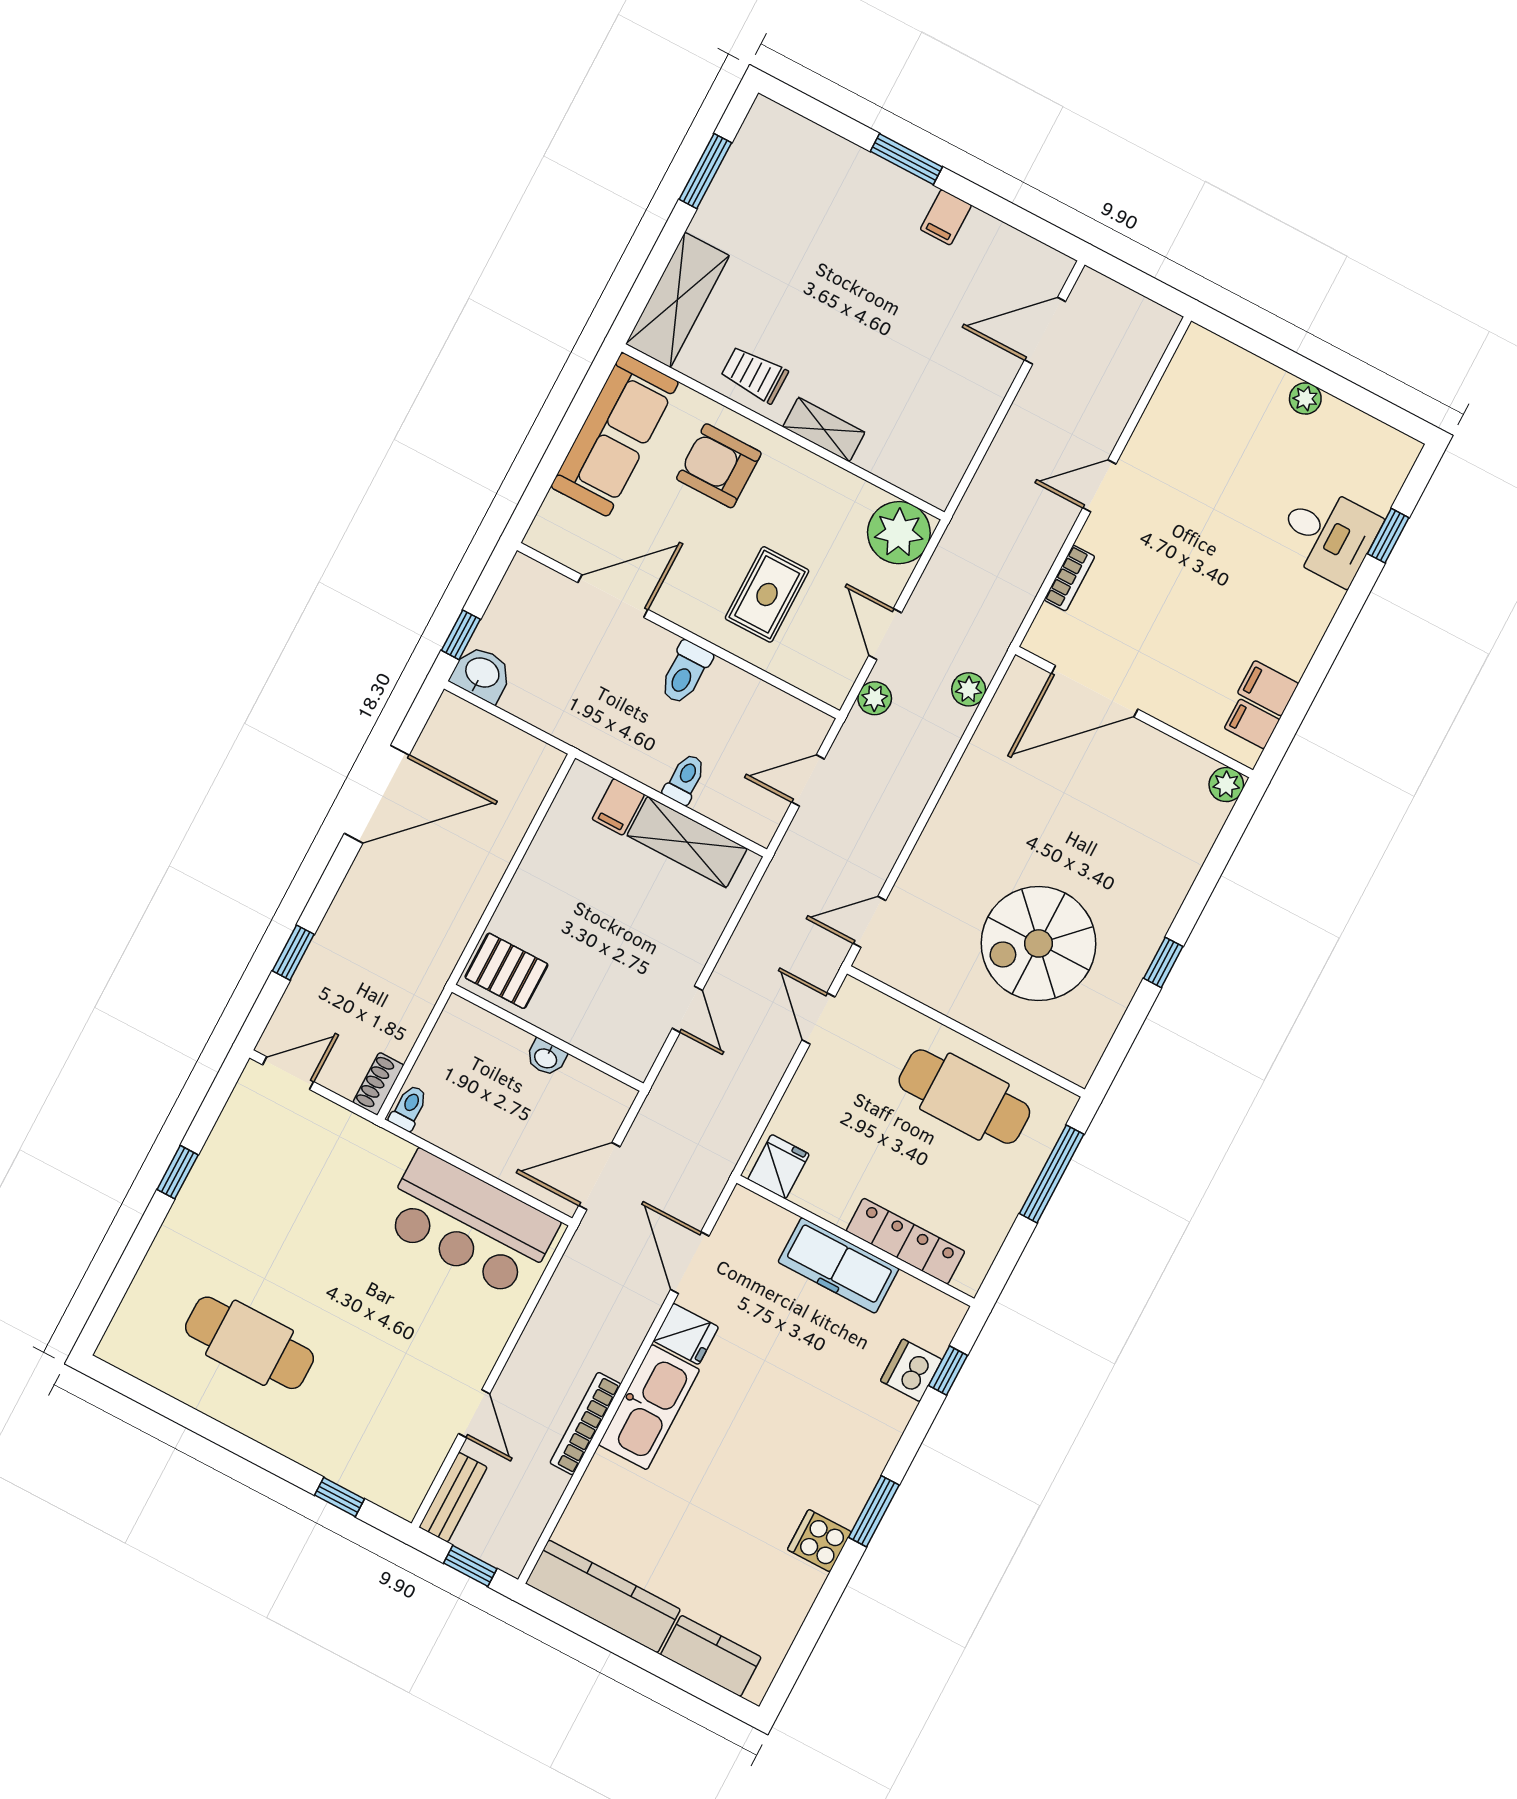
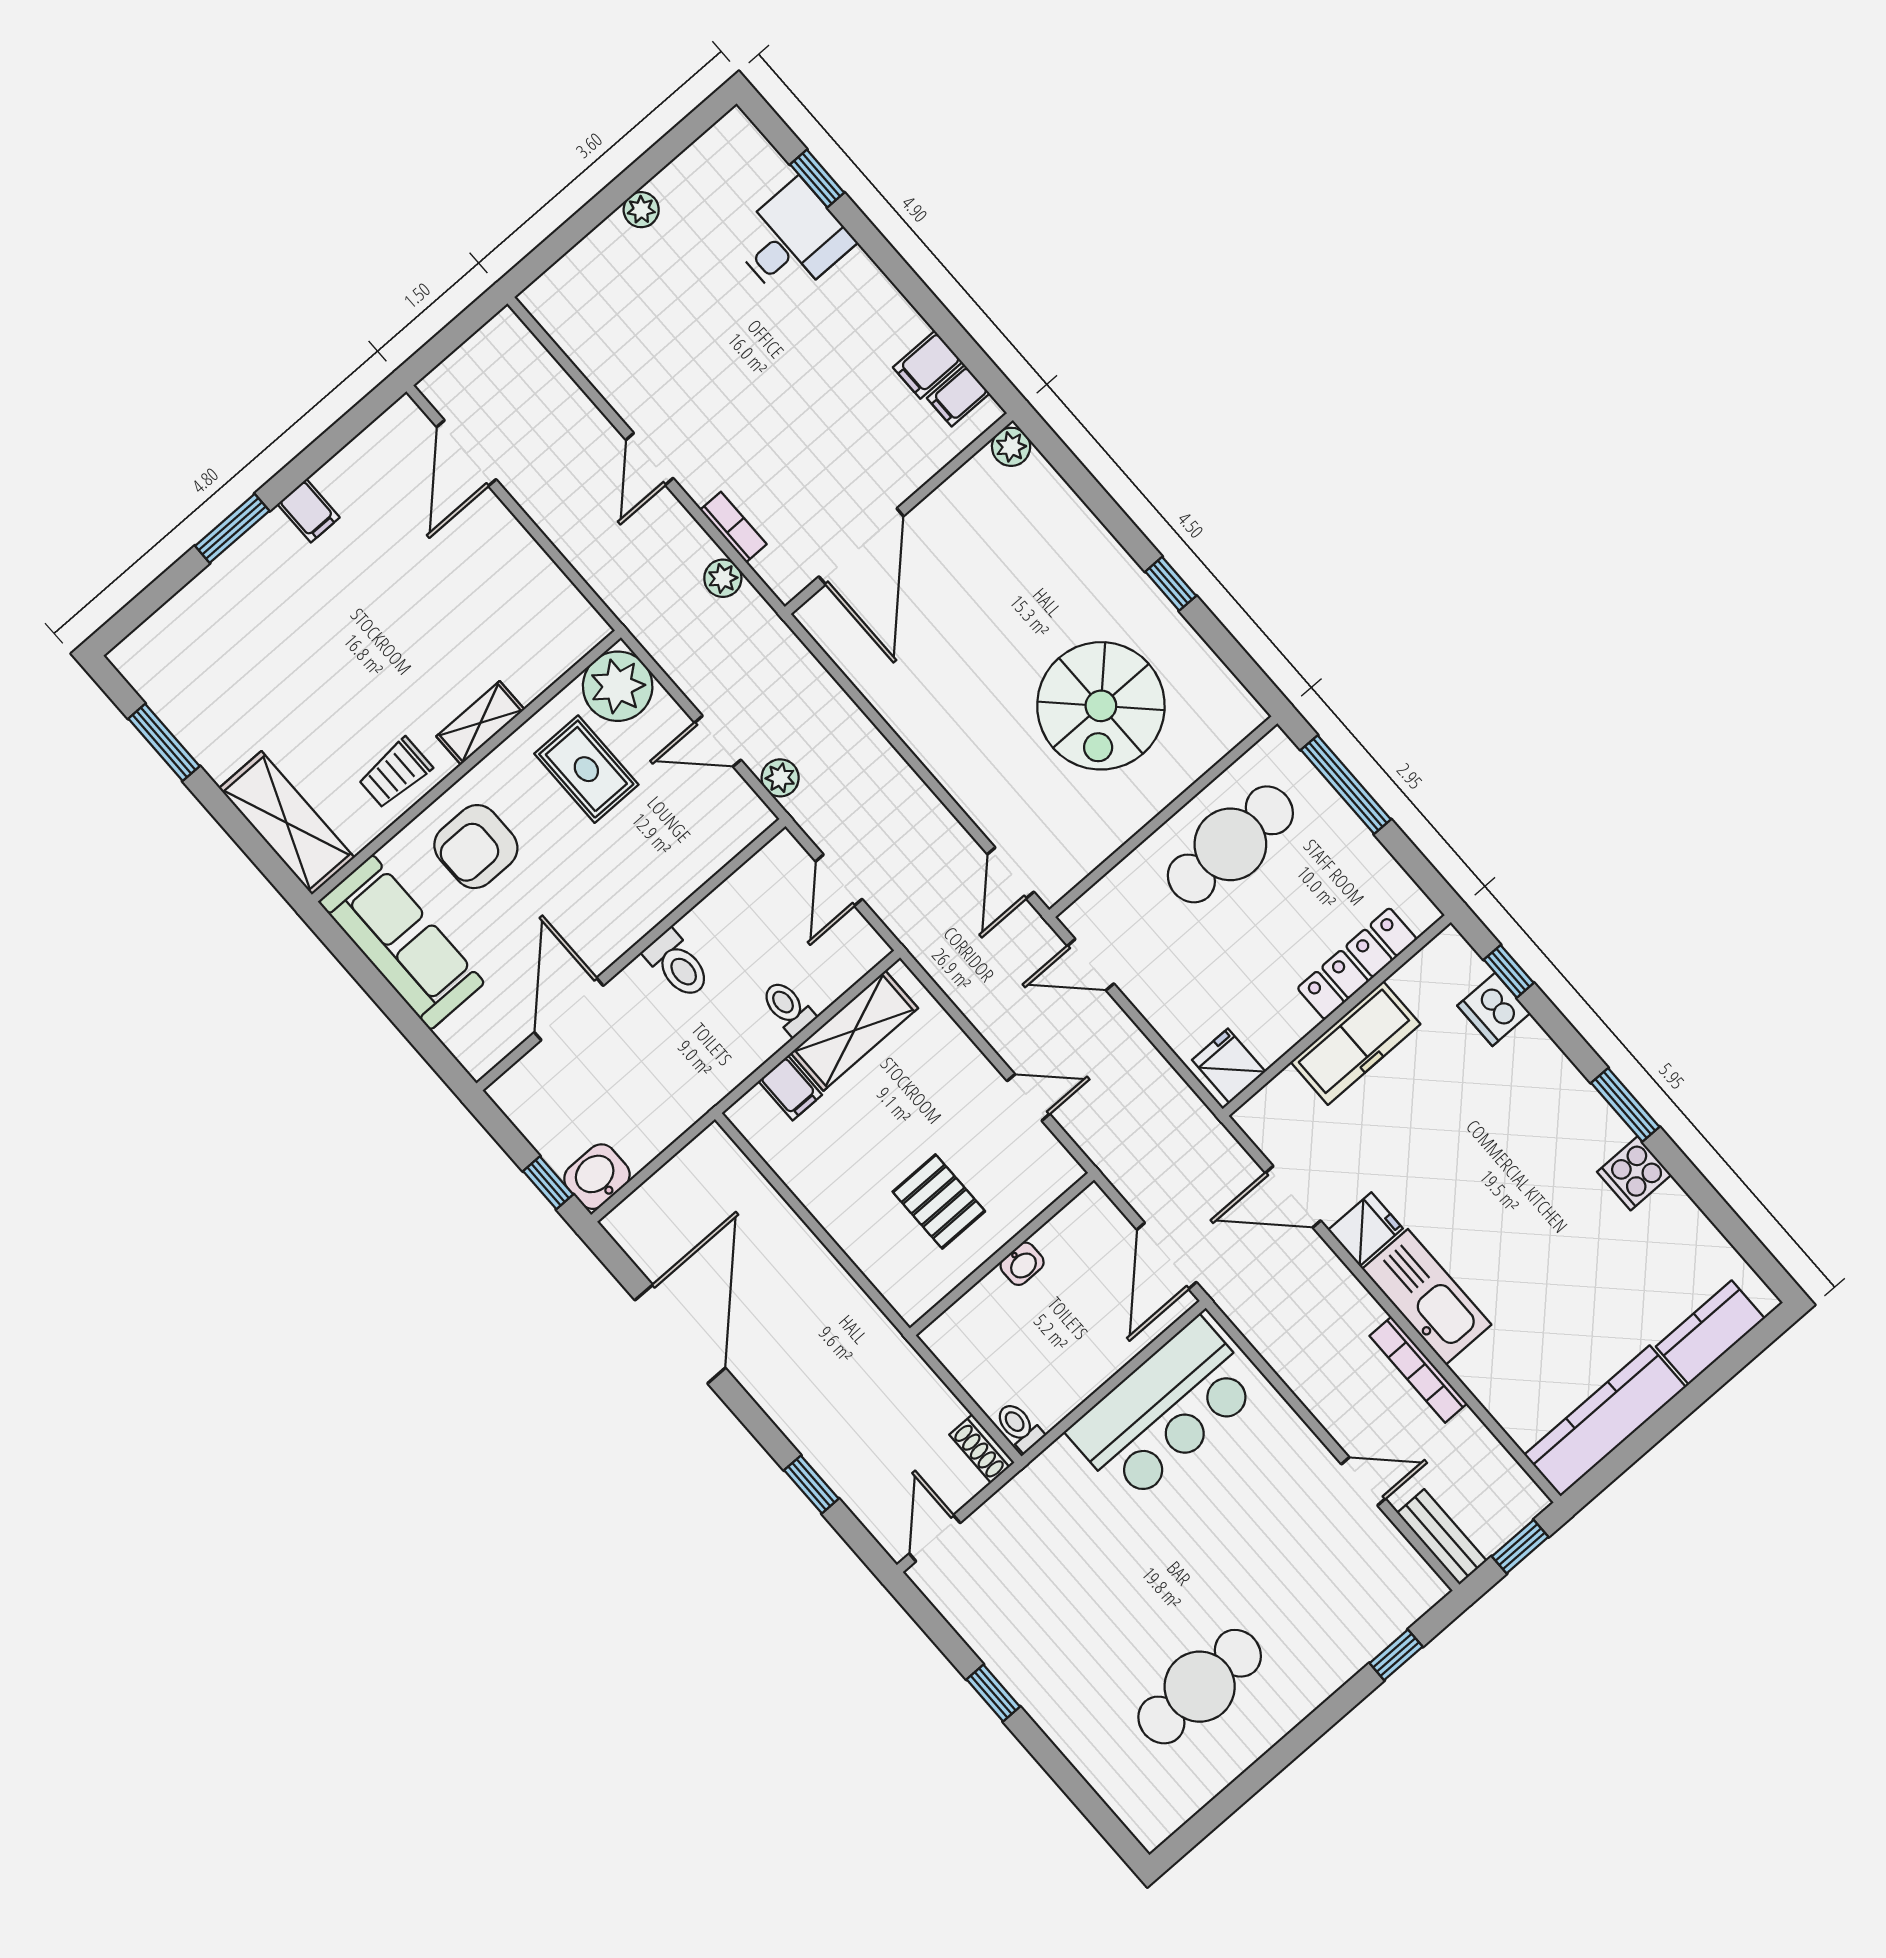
rug: (767, 594) -> (586, 769), moved
plant: (969, 689) -> (723, 578), moved
pallet: (506, 971) -> (939, 1201), moved, turned 90

